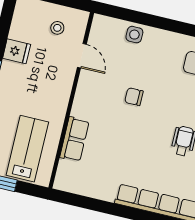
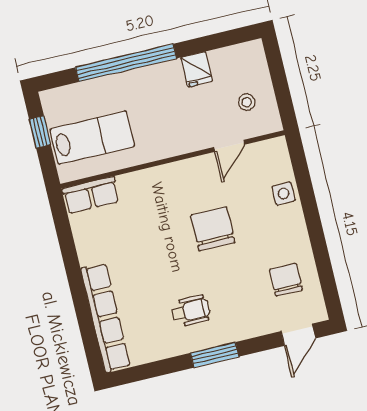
chair: (134, 97) -> (213, 229), width x1.87, depth x1.87
row of seats: (74, 139) -> (91, 195), moved

